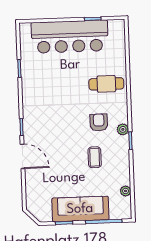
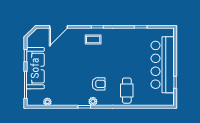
door: (23, 156) -> (58, 27), moved
coffee table: (95, 157) -> (93, 39), moved

